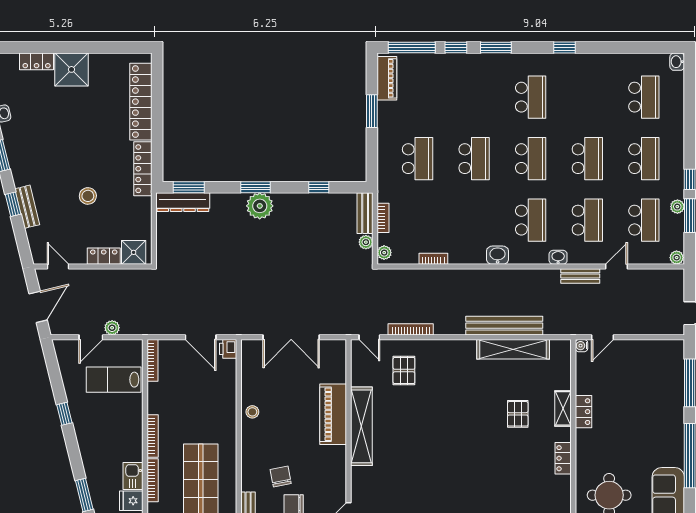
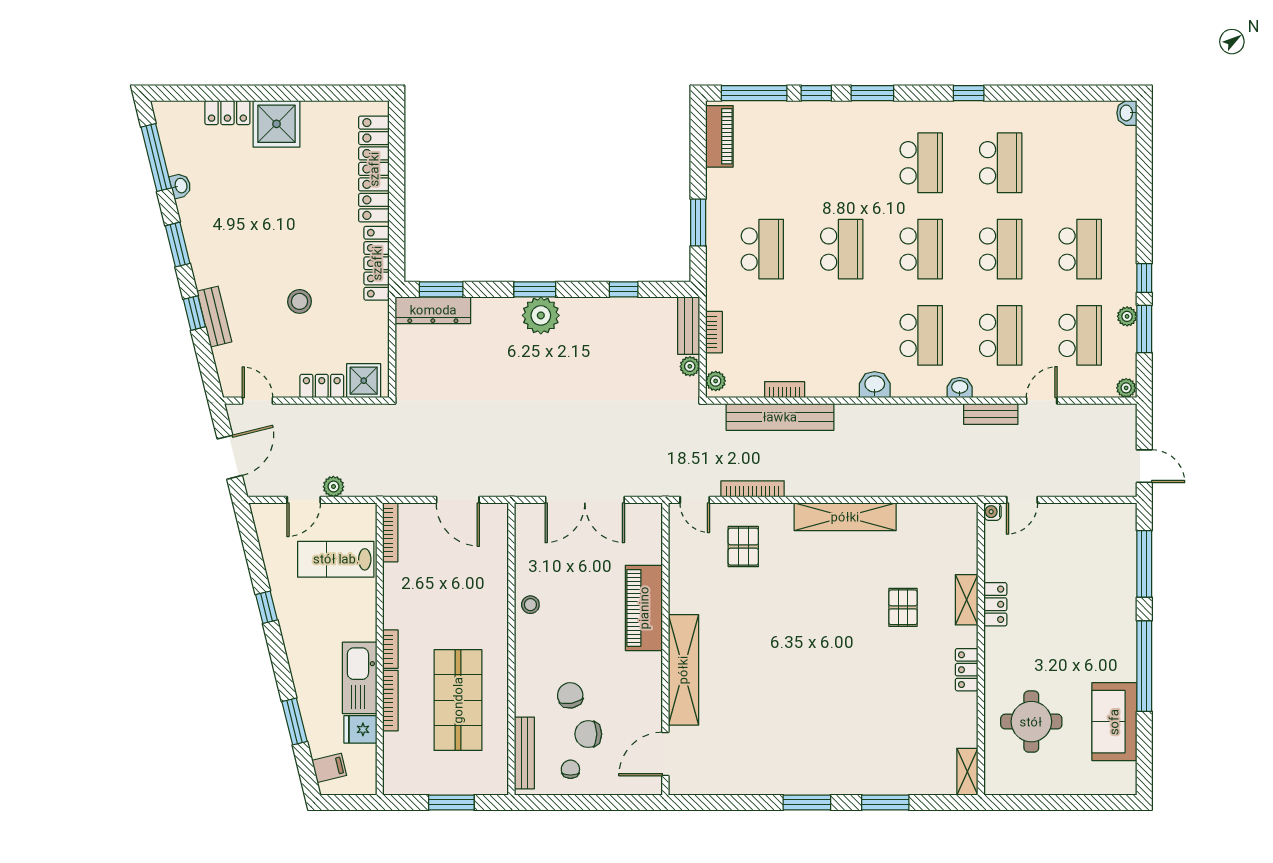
school desk: (644, 97) -> (1001, 163), moved
window: (372, 111) -> (698, 223), moved
bench: (504, 326) -> (780, 417), moved
printer: (228, 349) -> (496, 516), removed
shelving: (513, 349) -> (845, 517), moved
shelving: (361, 426) -> (683, 670), moved
bookcase: (153, 436) -> (390, 649), width x0.64
kitchen sink: (133, 476) -> (360, 678), width x1.87, depth x1.24

